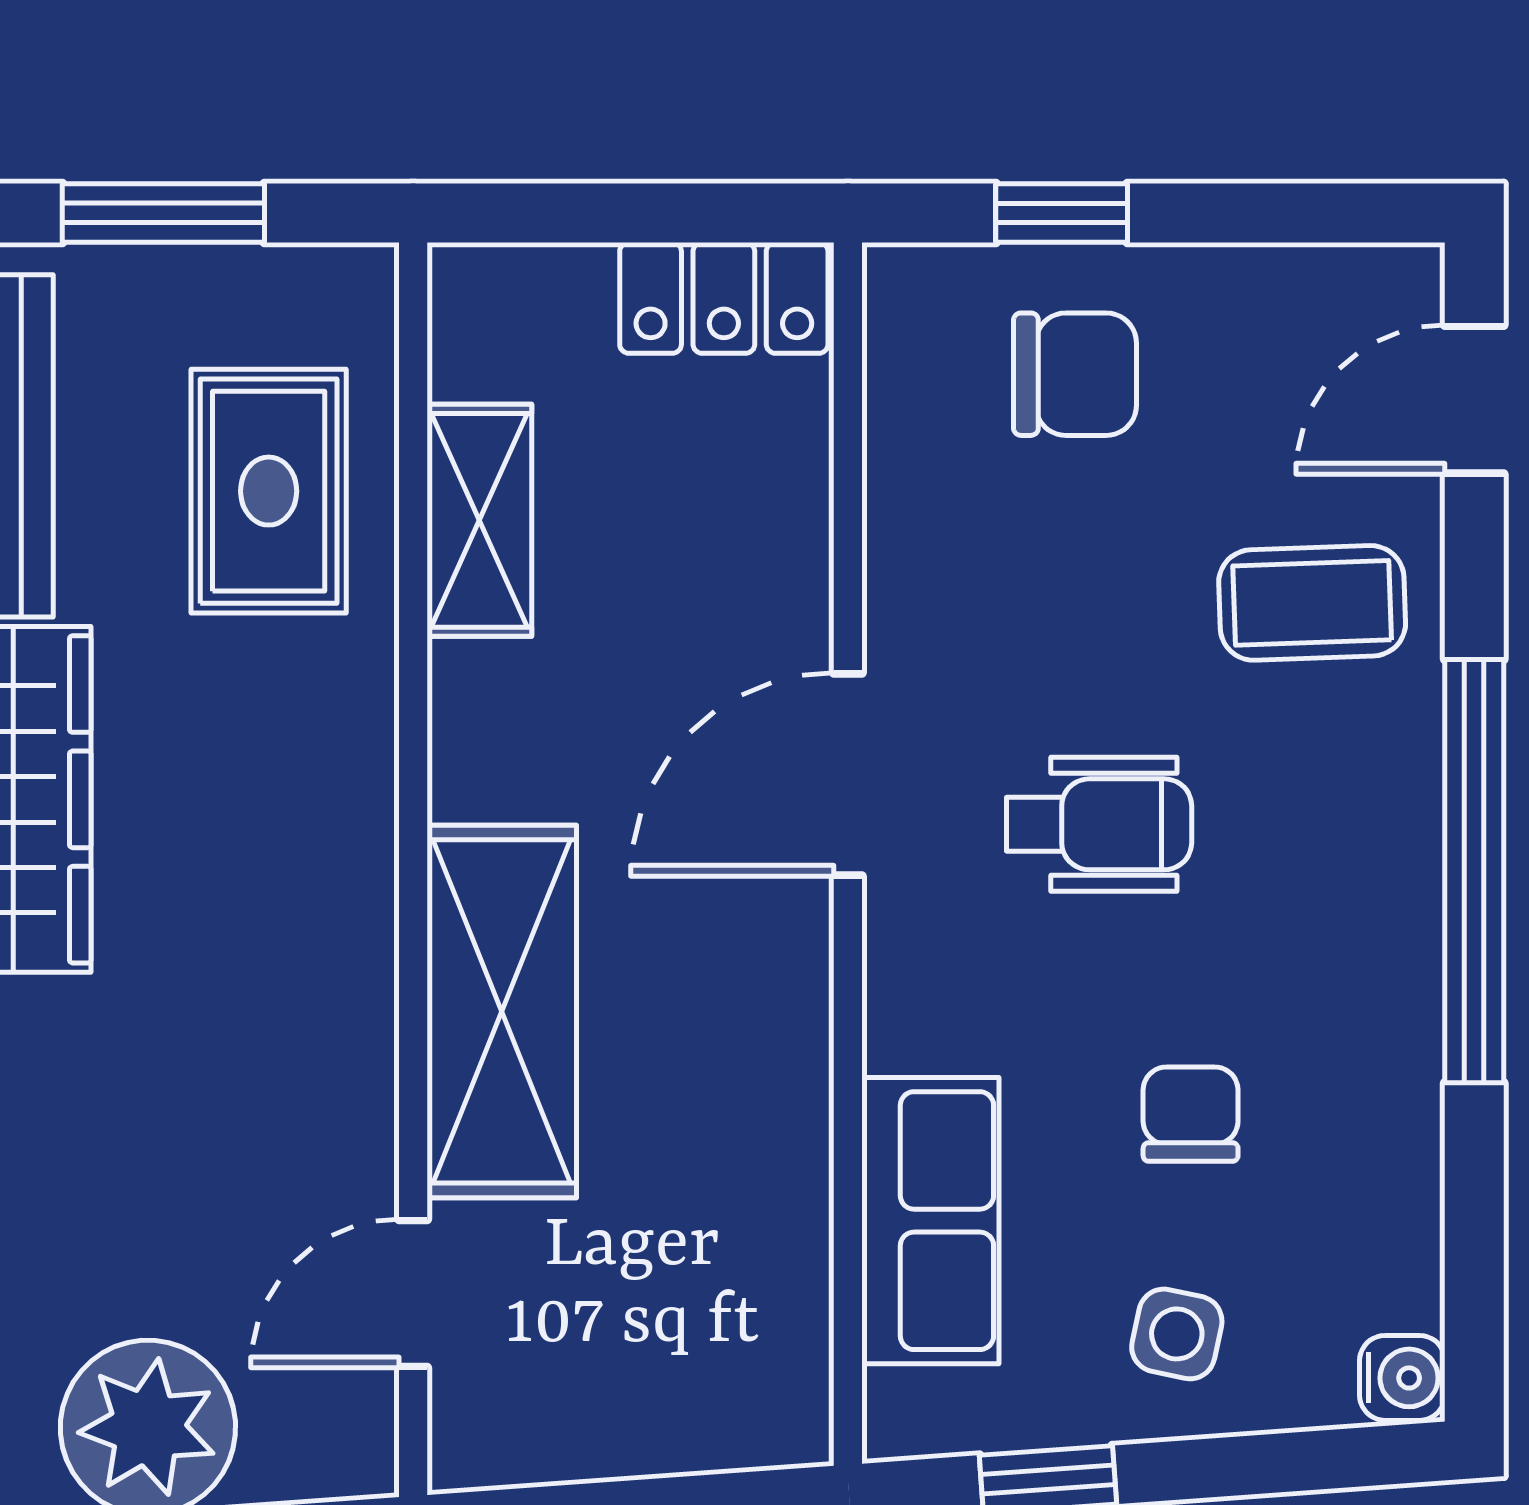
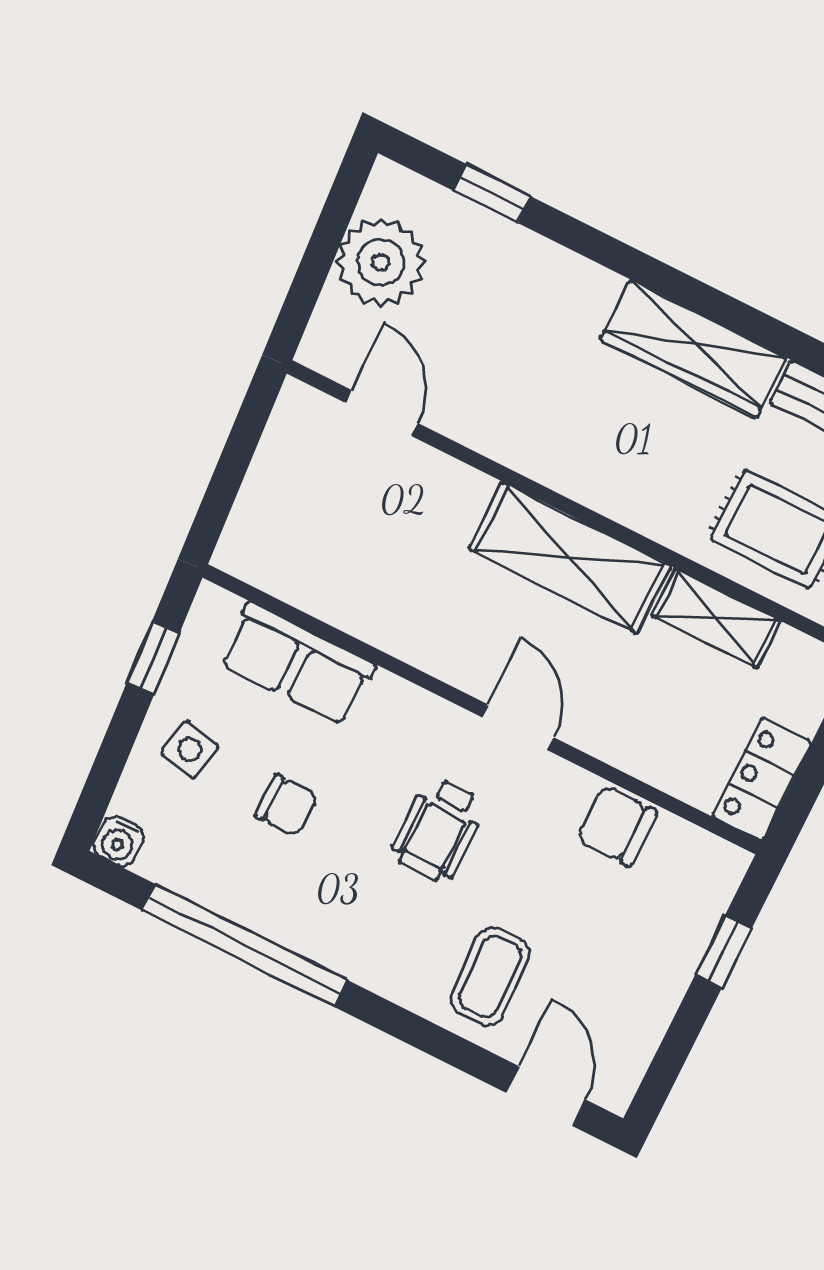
chair: (1075, 374) -> (617, 826), moved, turned 90
door: (848, 774) -> (518, 727), width x0.73
window: (1474, 871) -> (244, 945), moved
shelving: (502, 1011) -> (570, 558), moved

